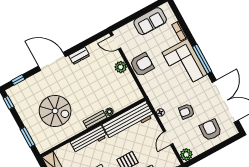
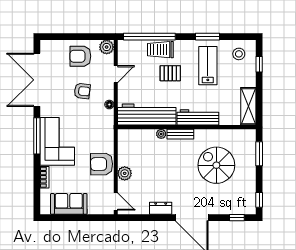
armchair: (211, 130) -> (80, 56), moved, turned 86

